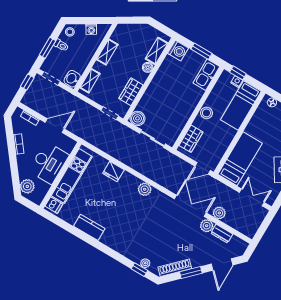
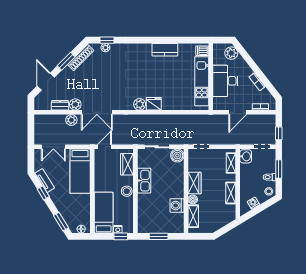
washing machine: (178, 51) -> (177, 205), moved
kitchen sink: (206, 75) -> (144, 181), moved
wardrobe: (131, 92) -> (195, 183), moved
fridge: (113, 172) -> (154, 104), moved

